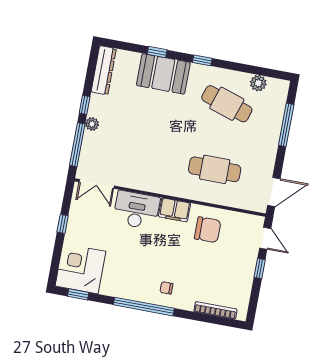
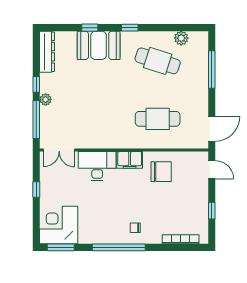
window: (260, 268) -> (212, 211), moved
window: (78, 294) -> (61, 247), width x1.50

